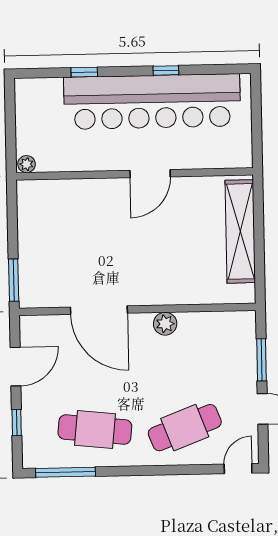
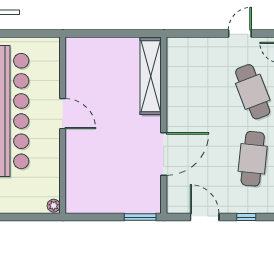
shelving: (240, 231) -> (151, 76), moved, turned 90
plant: (165, 324) -> (175, 105), removed
window: (261, 360) -> (203, 33), removed

